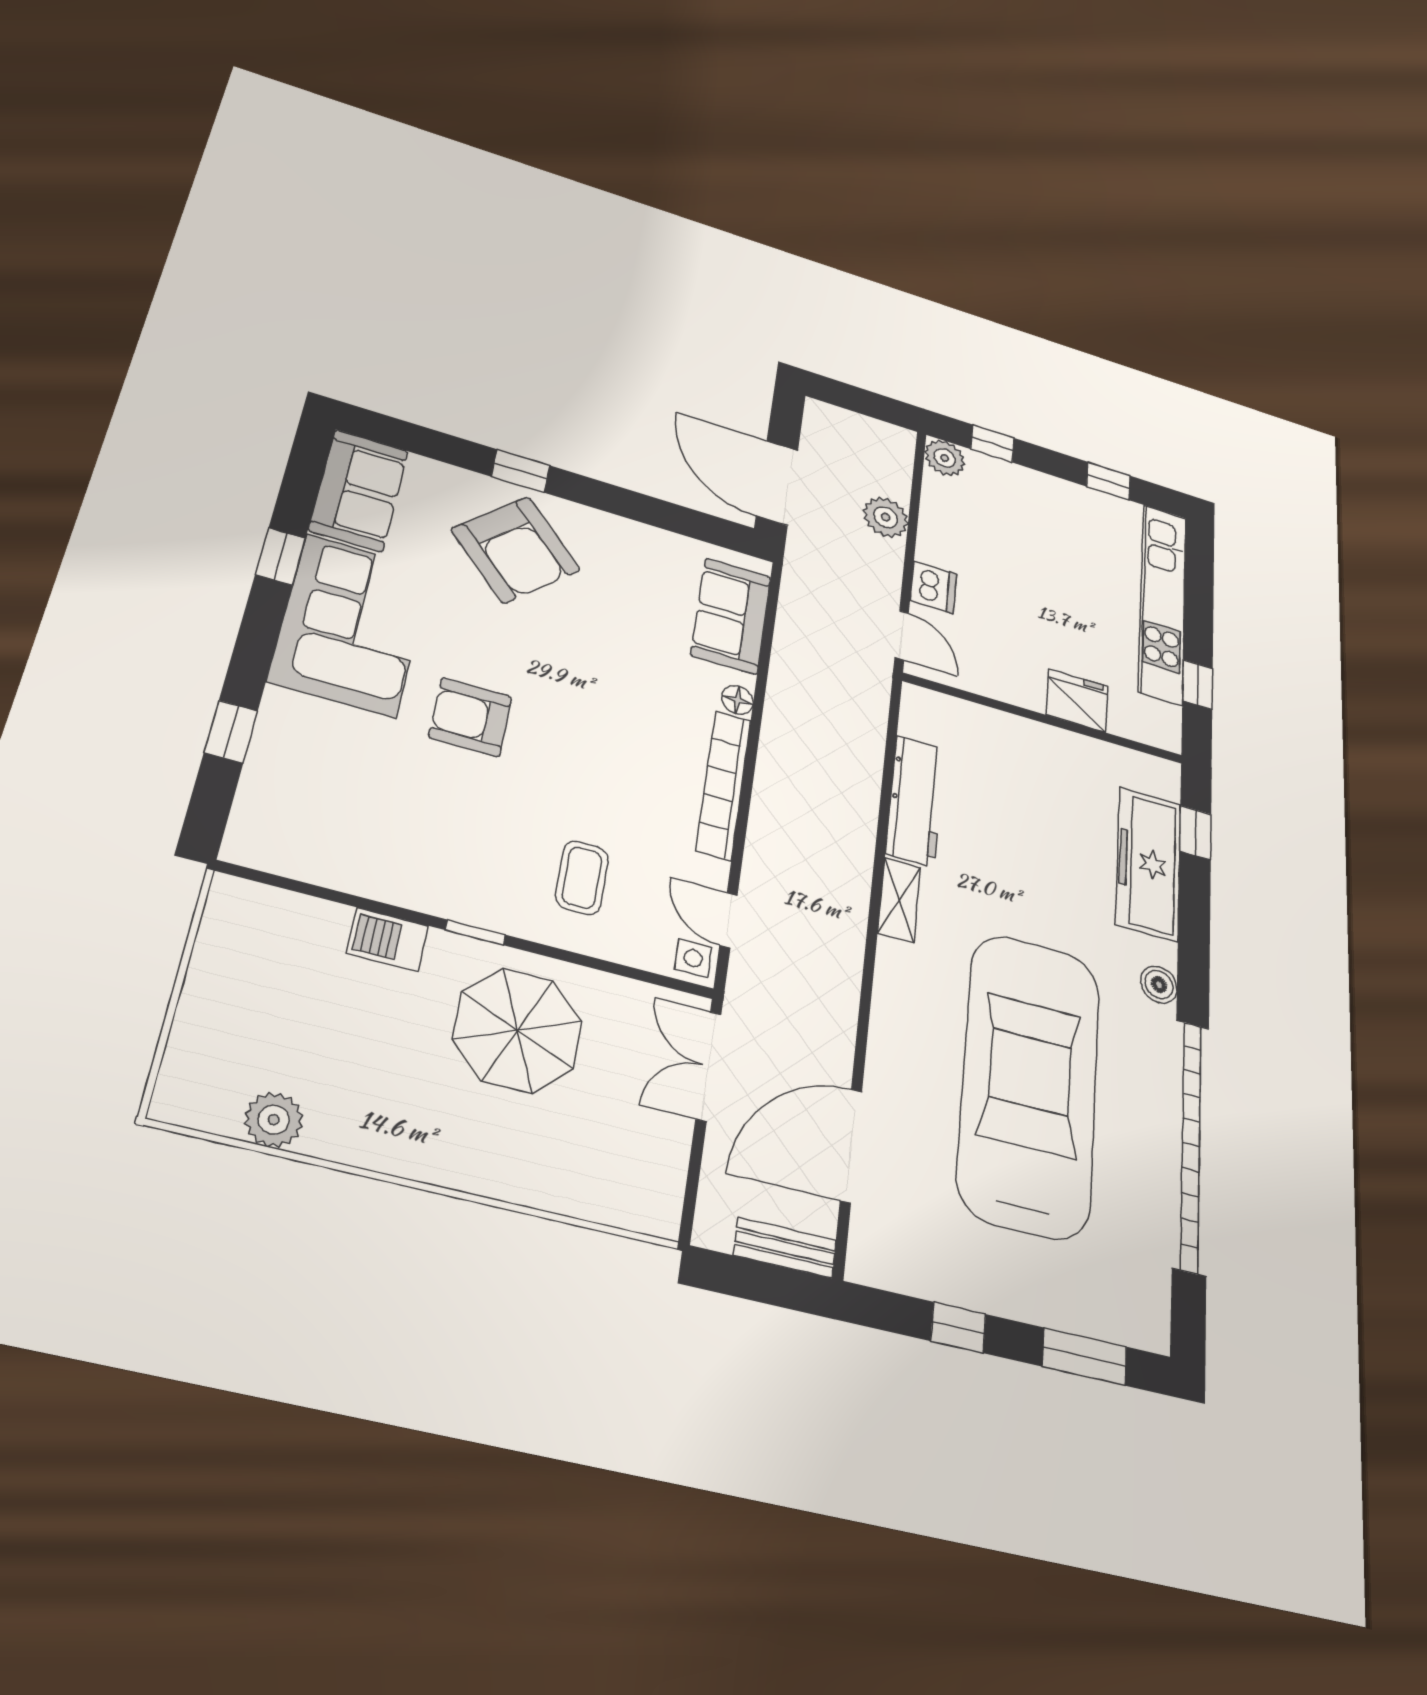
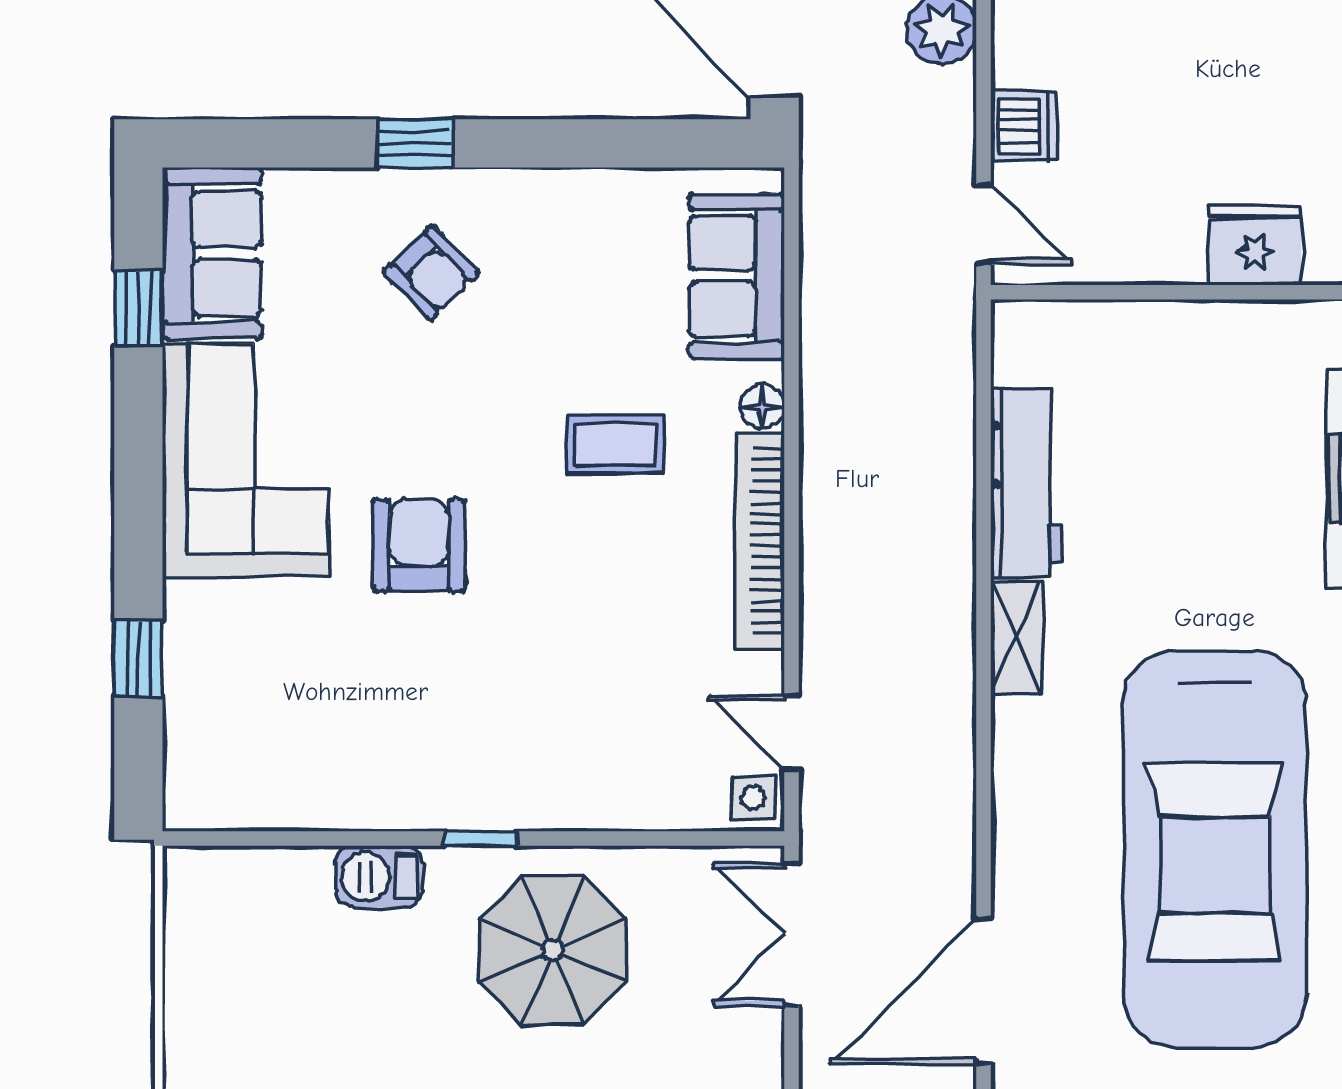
armchair: (516, 550) -> (431, 273), width x0.53, depth x0.53
window: (281, 556) -> (138, 309), moved
armchair: (470, 717) -> (419, 545), turned 90
coffee table: (582, 878) -> (616, 444), moved, turned 90
car: (1030, 1083) -> (1215, 849), turned 180

